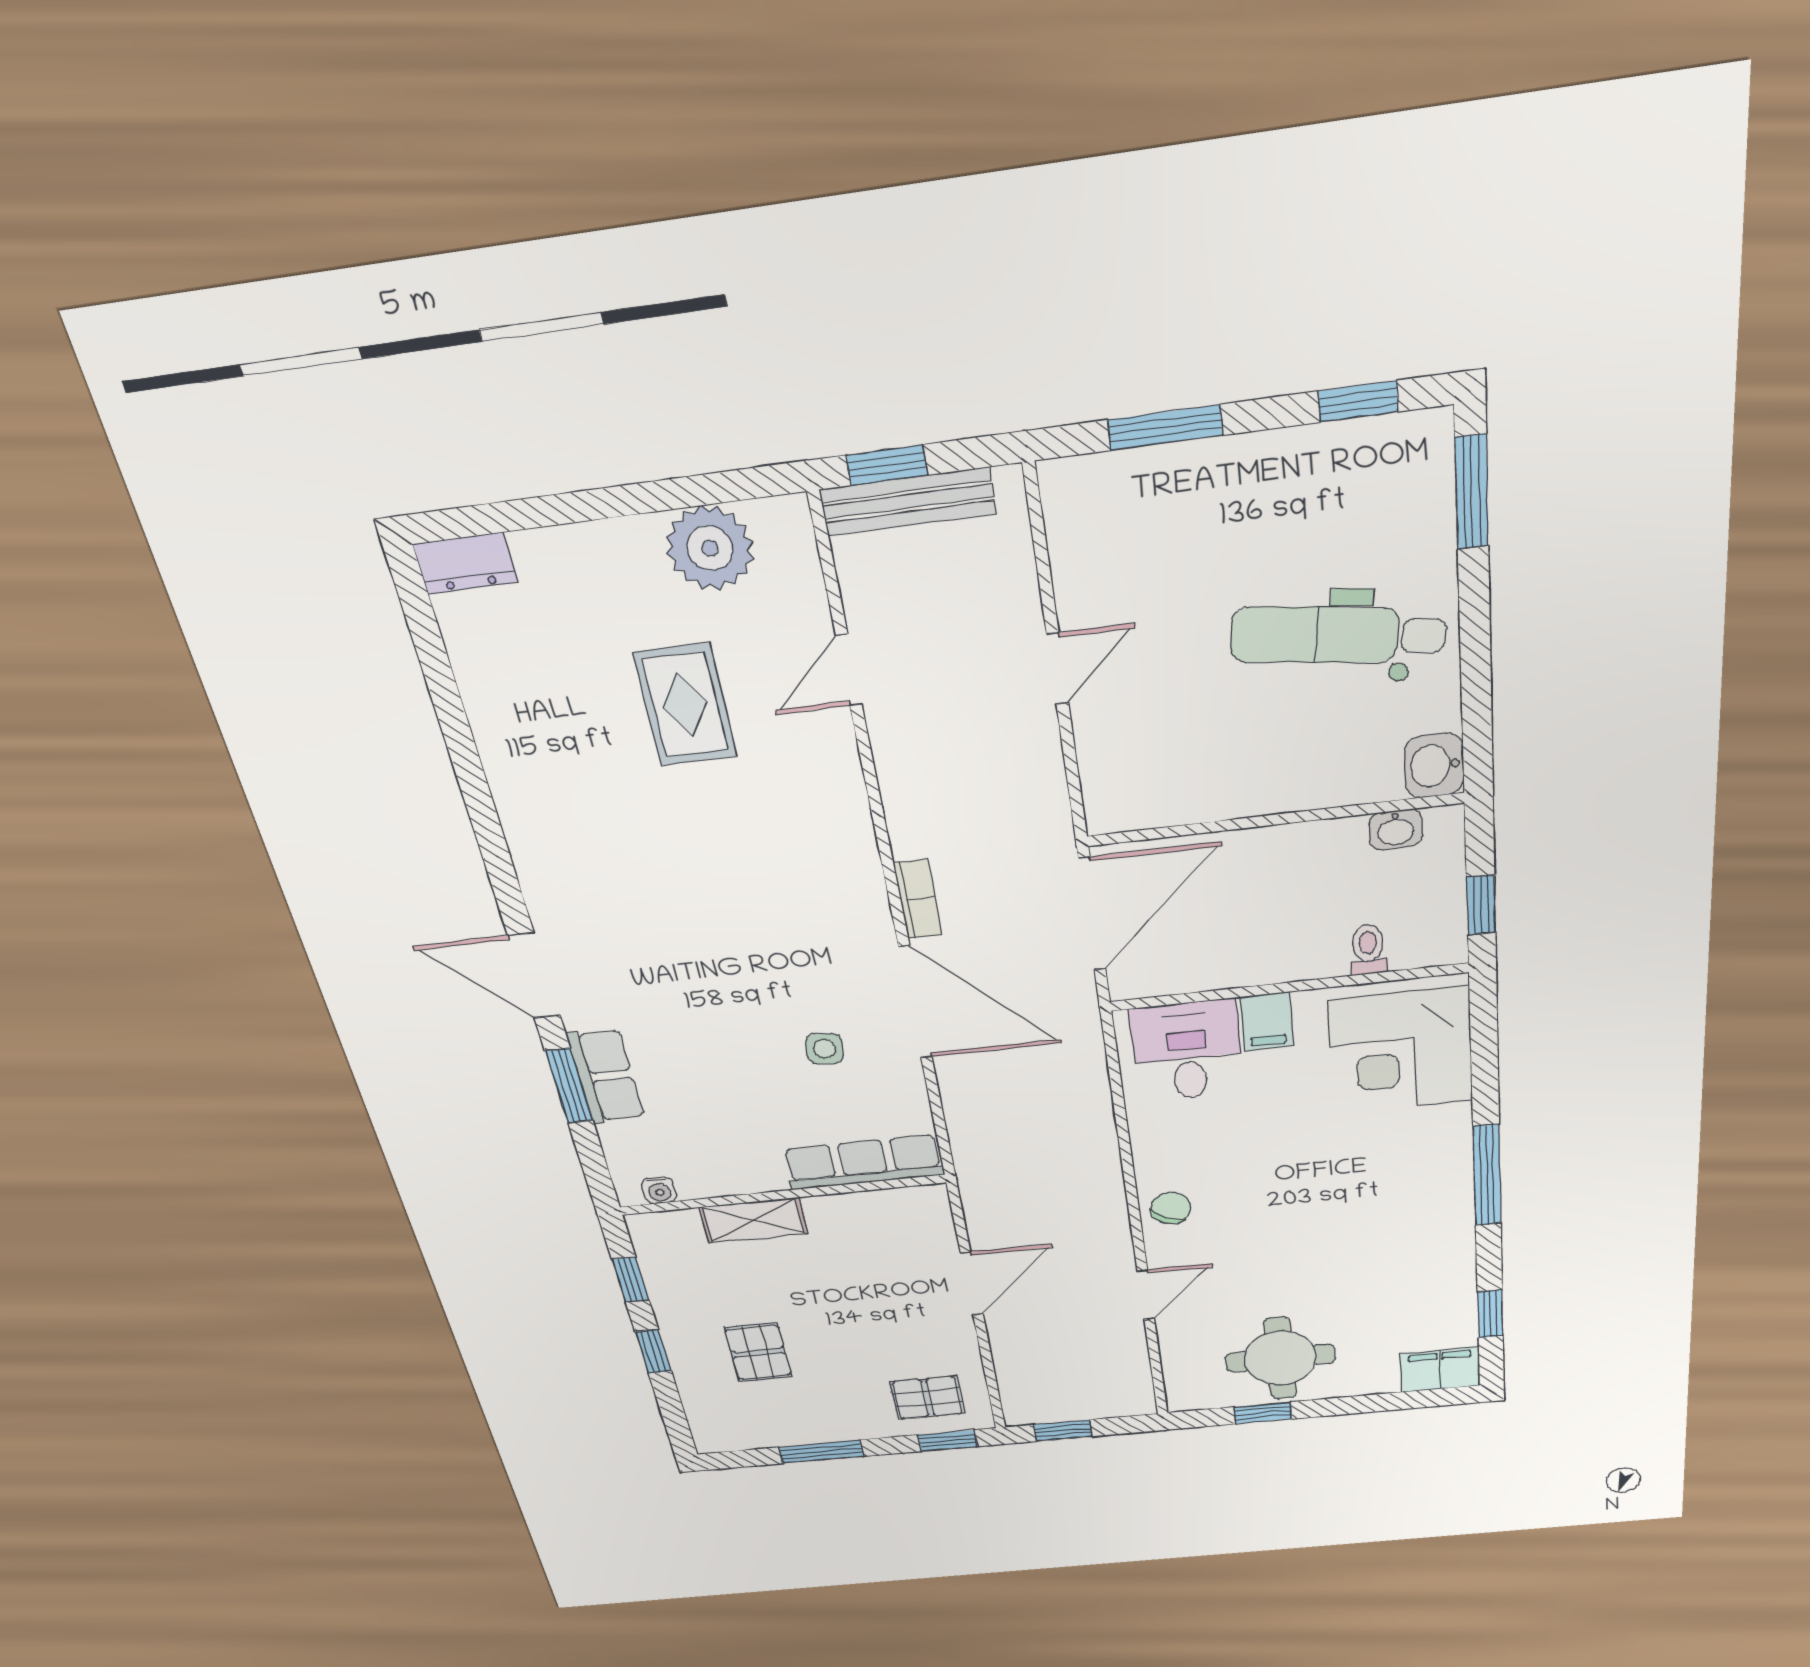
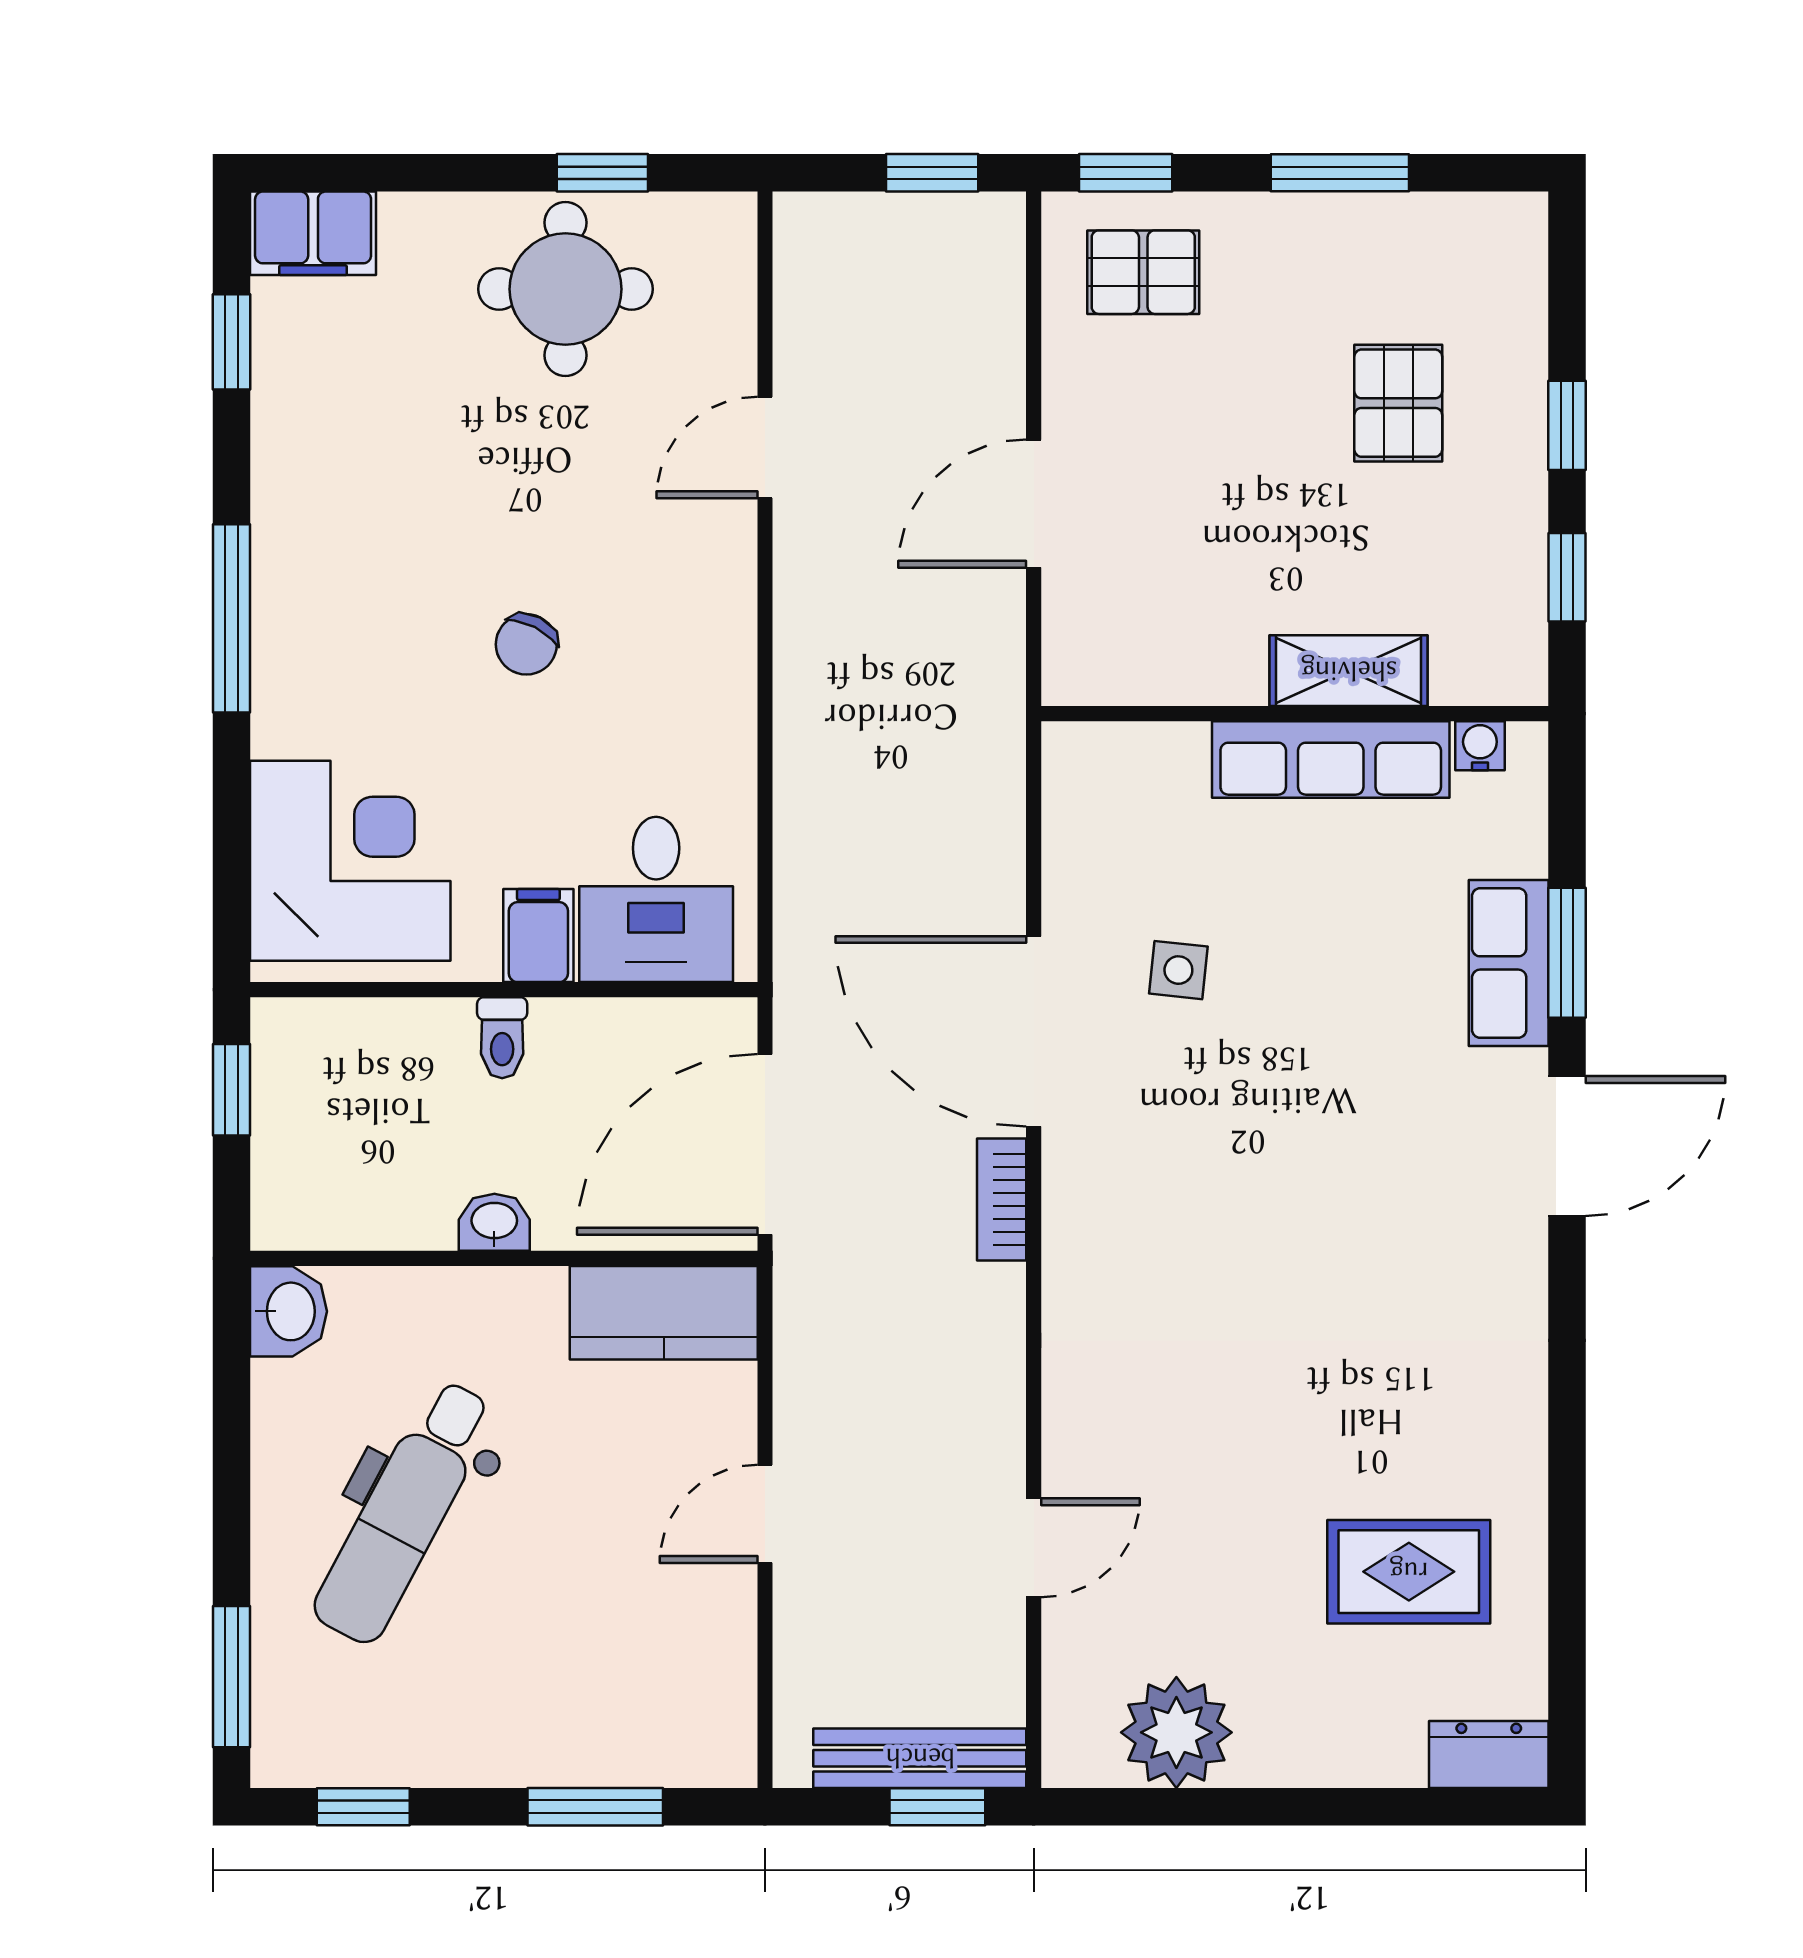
dental chair: (1338, 635) -> (404, 1512), turned 110
rug: (685, 705) -> (1409, 1572), moved, turned 90
kitchen counter: (1152, 798) -> (664, 1313), added
washbasin: (1396, 830) -> (494, 1222), moved
toilet: (1368, 949) -> (502, 1038), moved
door: (534, 976) -> (1567, 1146), hinge flipped
row of seats: (863, 1162) -> (1331, 759), moved
chair: (1171, 1208) -> (526, 644), moved

